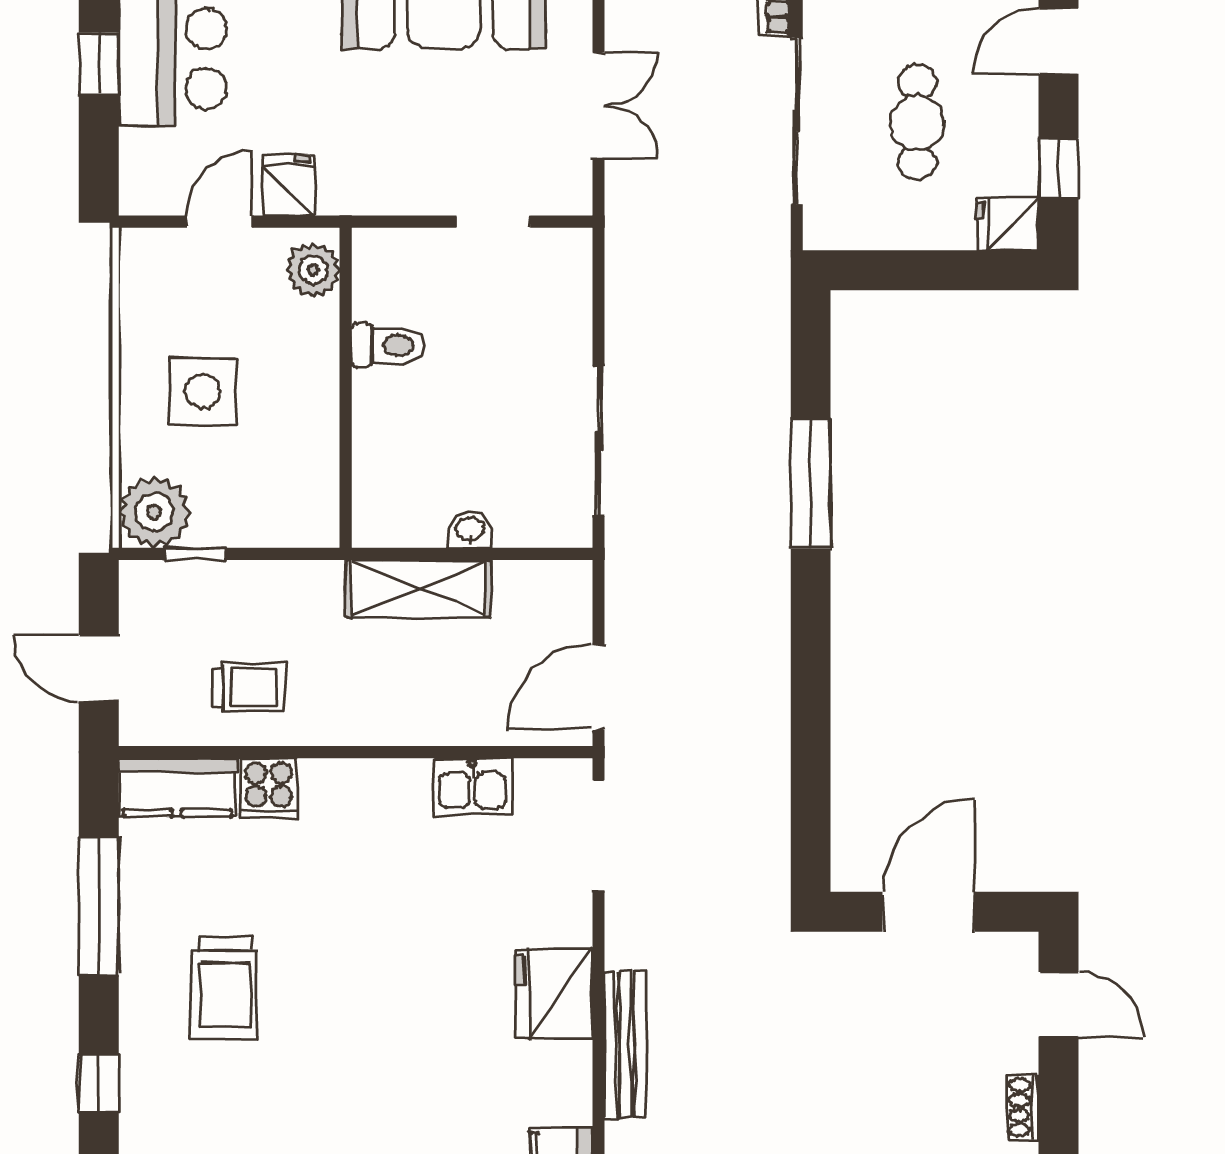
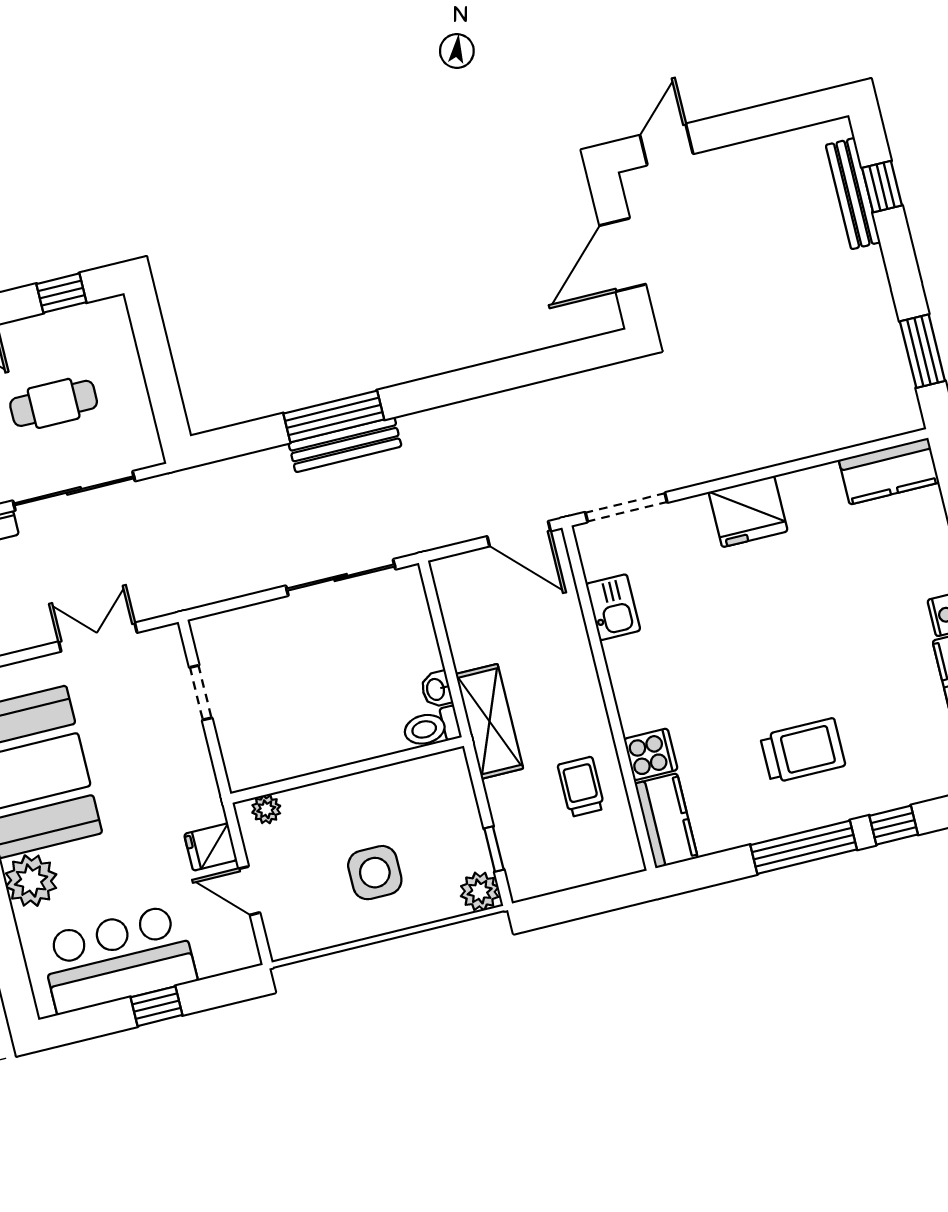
fridge: (1008, 224) -> (111, 320), removed
plant: (313, 270) -> (266, 809), width x0.73, depth x0.73
toilet: (388, 345) -> (432, 728), moved, turned -90
plant: (154, 512) -> (480, 891), width x0.73, depth x0.73
washbasin: (470, 530) -> (436, 689), moved
shelving: (418, 589) -> (489, 721), moved
door: (99, 668) -> (594, 899), removed
window: (99, 906) -> (804, 847), moved
door: (929, 912) -> (623, 255), hinge flipped
bench: (625, 1044) -> (345, 445), moved
shoe rack: (1023, 1107) -> (748, 152), removed

